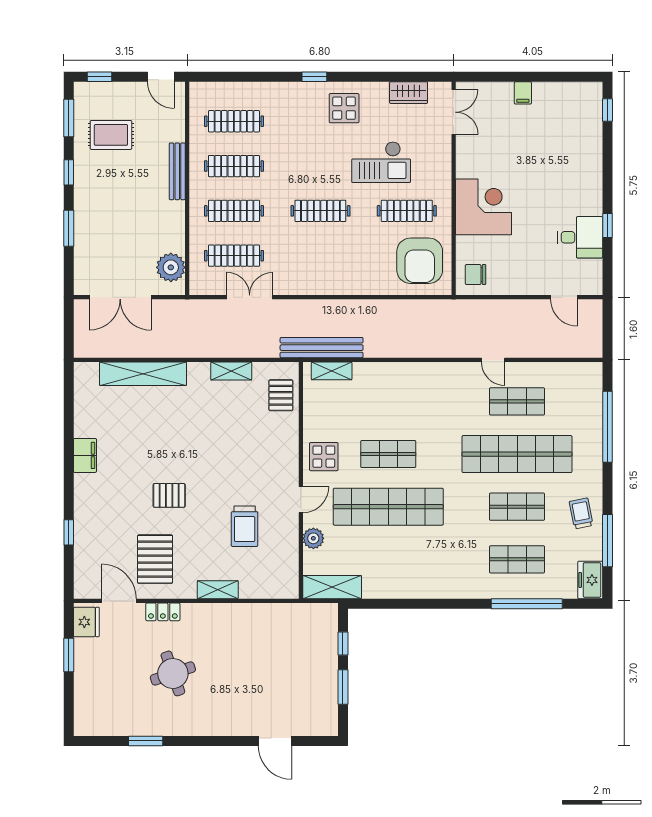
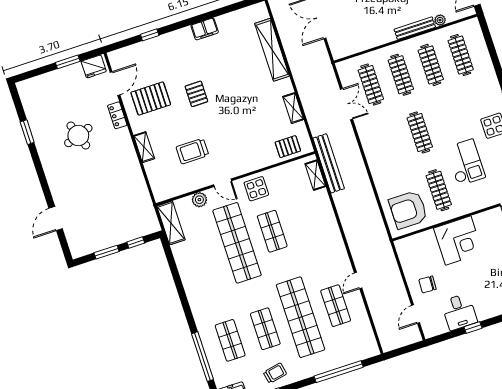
checkout: (381, 162) -> (466, 162), turned 180
plant: (171, 267) -> (440, 20), moved, width x0.53, depth x0.53
chair: (476, 275) -> (428, 284), moved, turned -87

